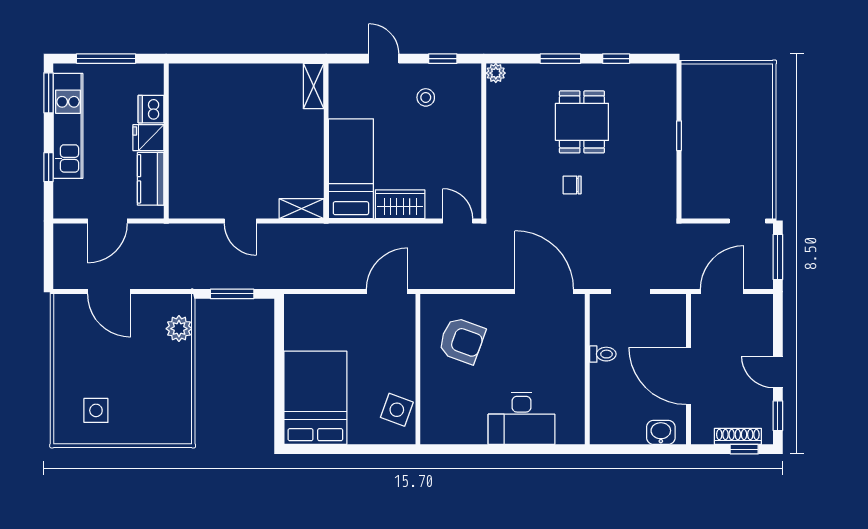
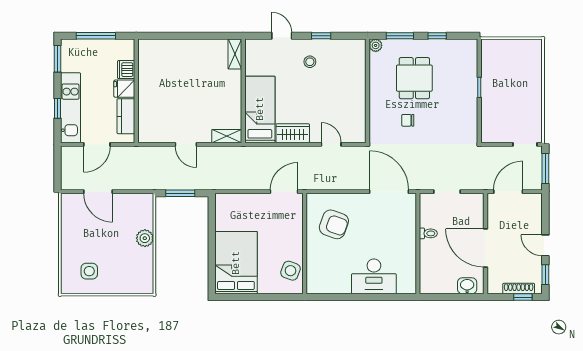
plant: (496, 73) -> (376, 45), moved
kitchen unit: (68, 126) -> (71, 108), moved
wall: (484, 141) -> (368, 91), moved
plant: (179, 329) -> (145, 238), moved

